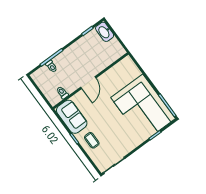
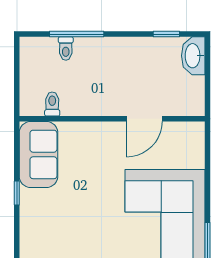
door: (88, 83) -> (144, 119), moved
coffee table: (92, 140) -> (43, 217), removed

